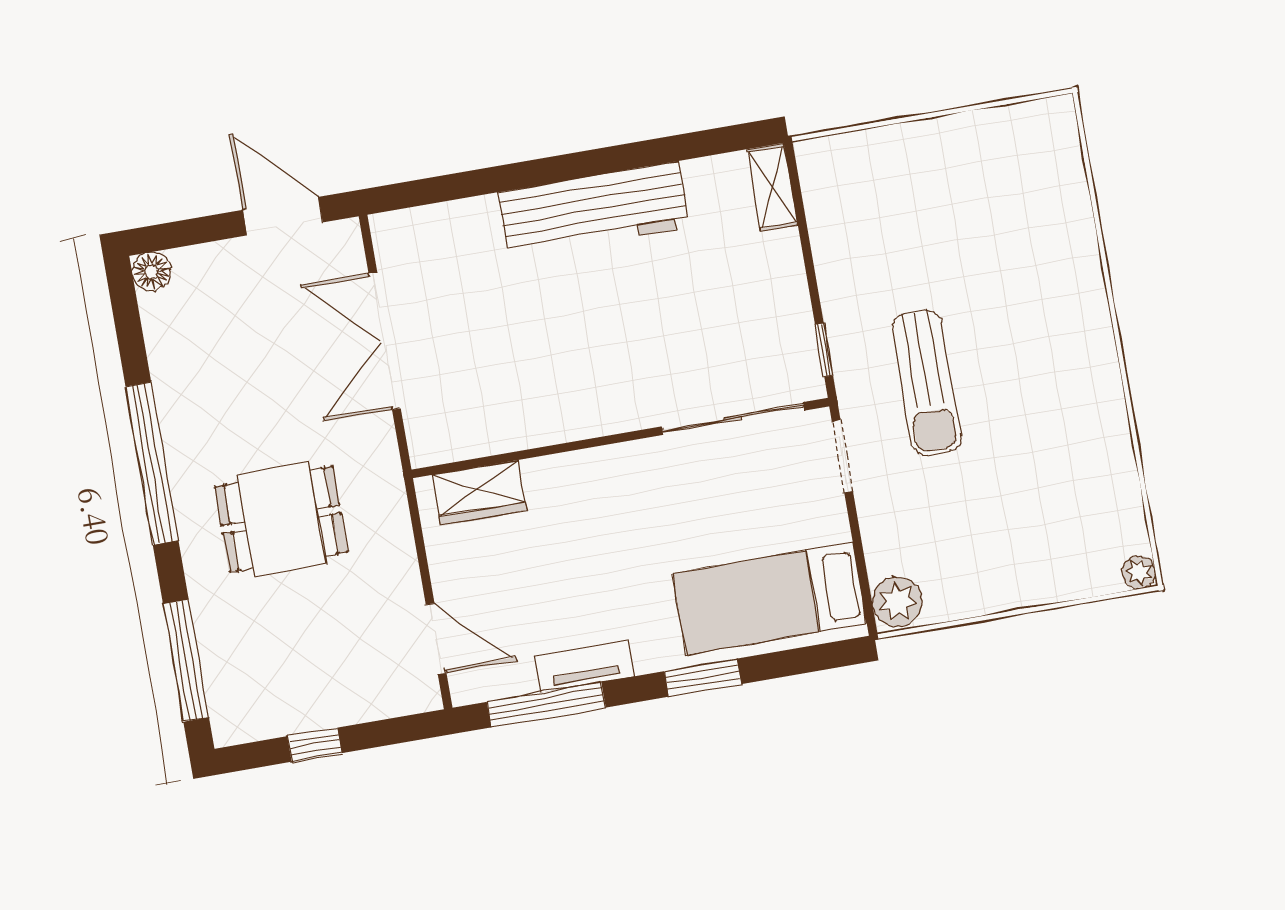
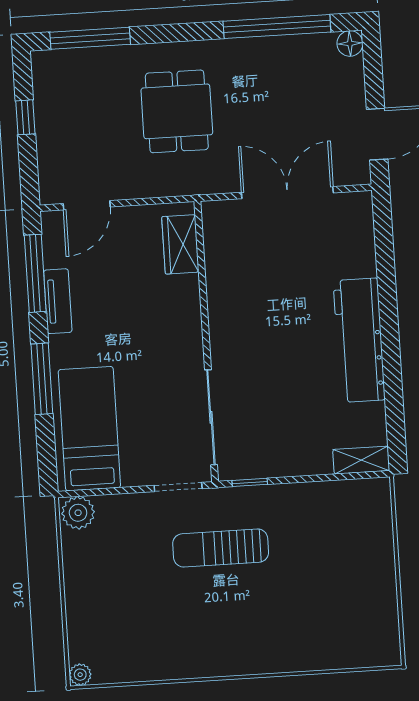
window: (152, 464) -> (277, 27), moved
window: (703, 678) -> (42, 379), width x1.44

